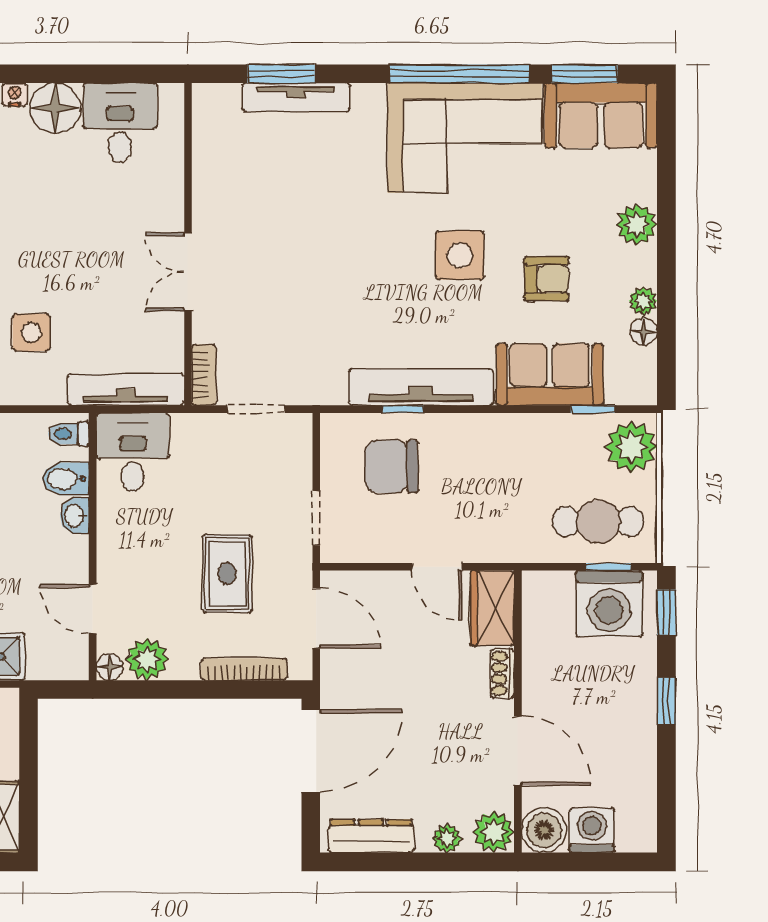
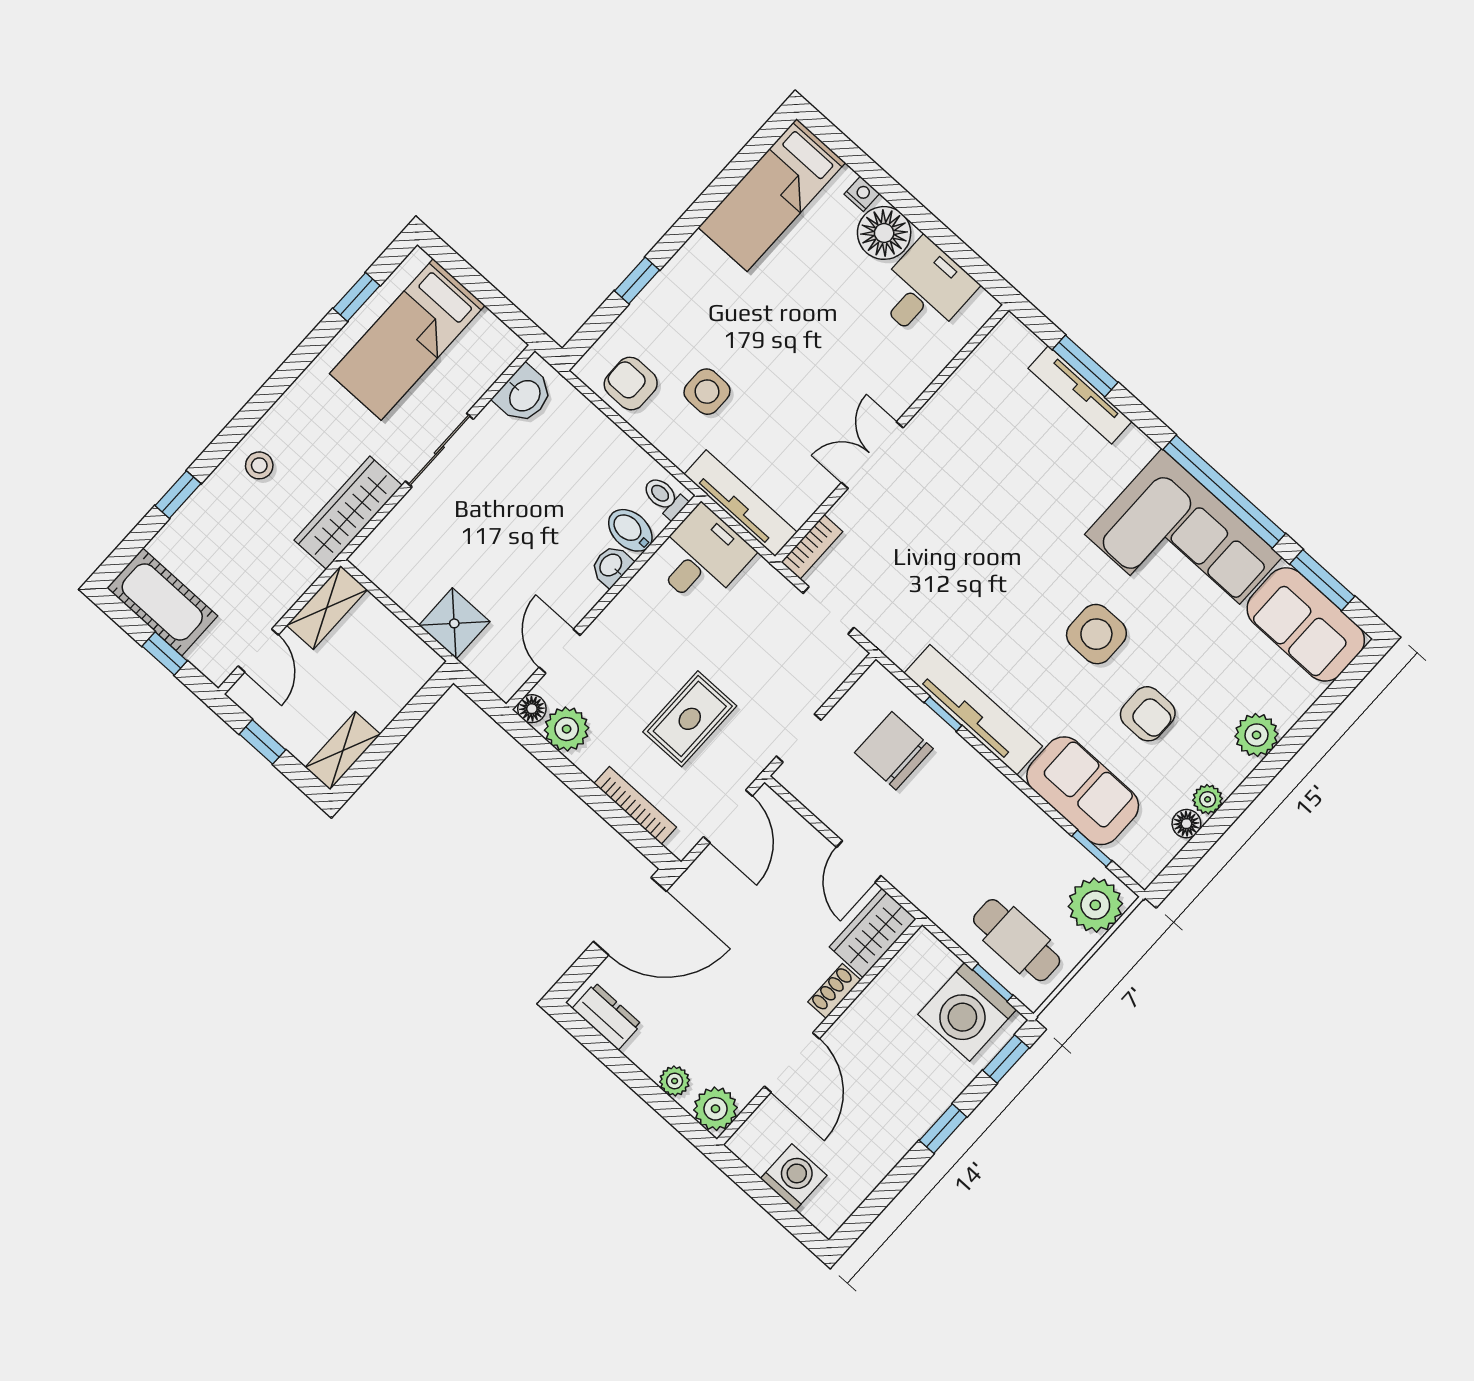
boiler: (544, 830) -> (756, 1143), removed
dresser: (371, 836) -> (607, 1016), width x0.70

